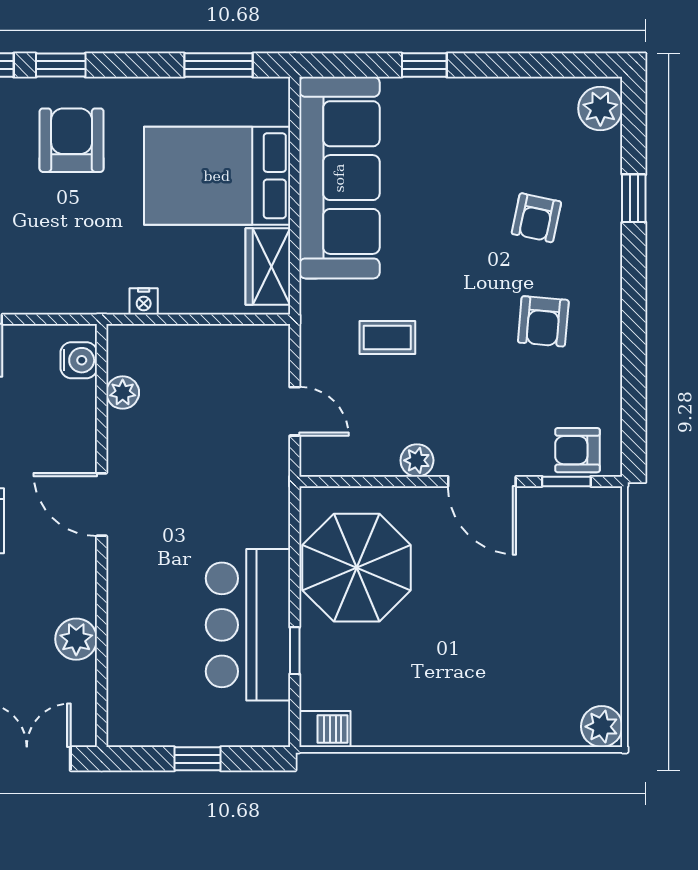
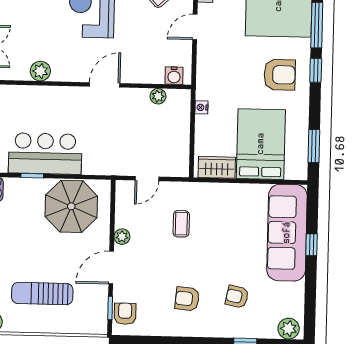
sofa: (339, 178) -> (287, 233), moved, turned 90
sun lounger: (540, 624) -> (42, 294), added

